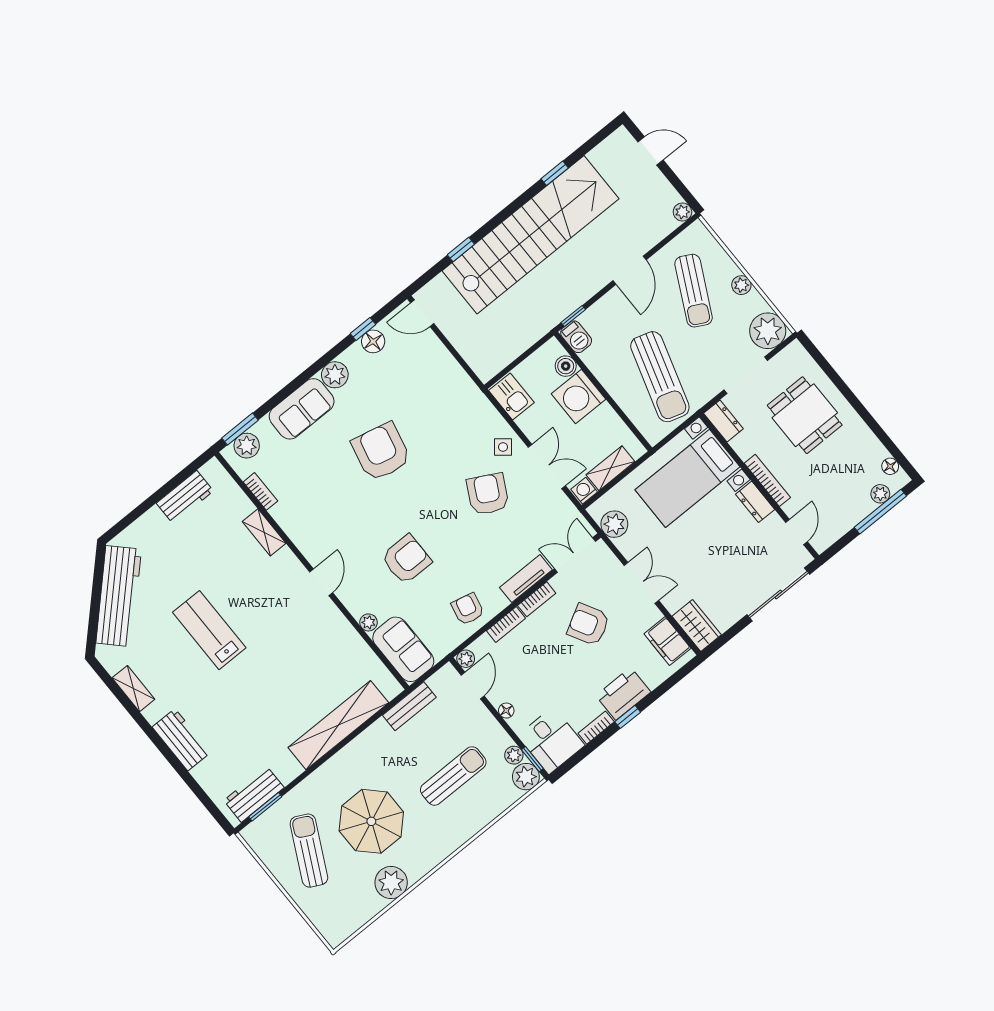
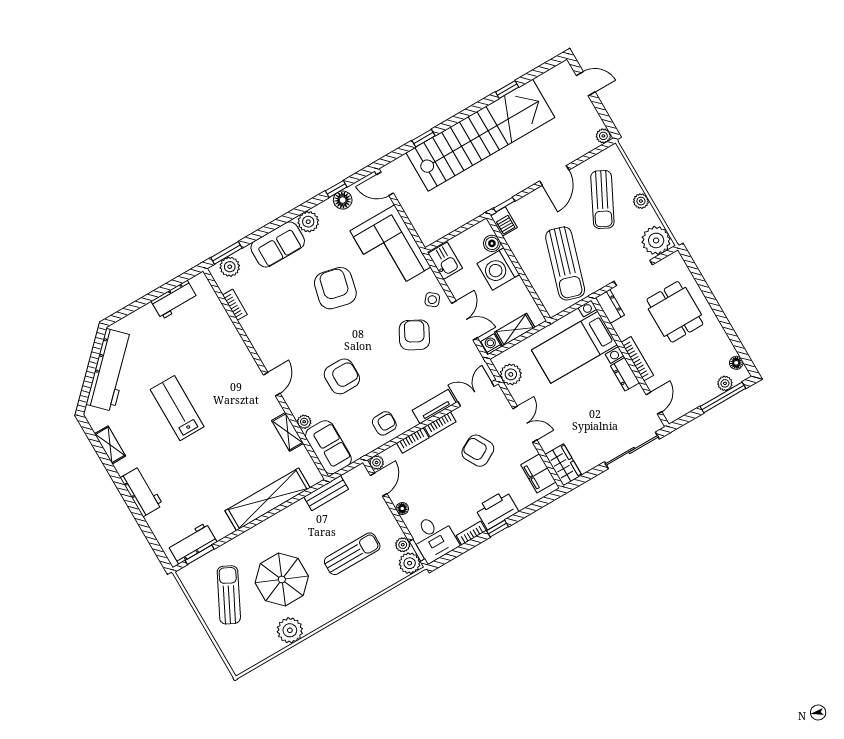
corner sofa: (441, 392) -> (390, 249), added
shelving: (264, 532) -> (288, 432), moved
armchair: (468, 609) -> (384, 423), turned 77

